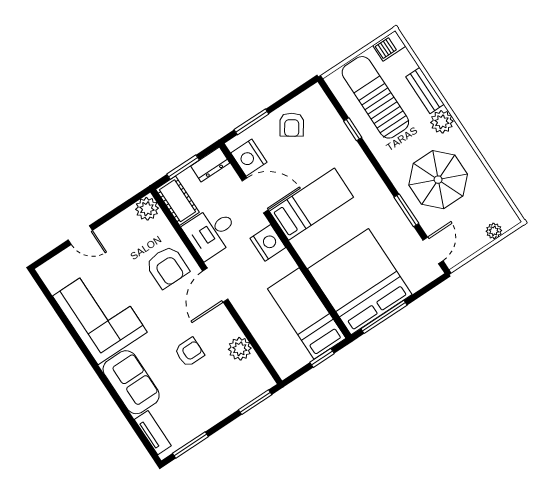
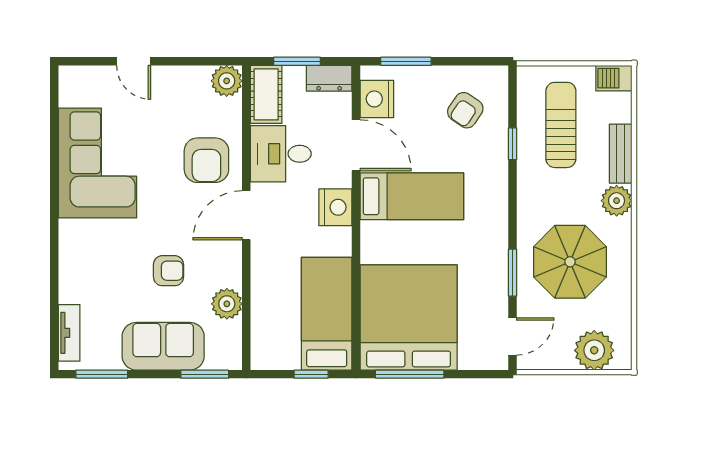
sun lounger: (375, 97) -> (561, 125), width x0.73, depth x0.75
armchair: (292, 125) -> (465, 110), moved
plant: (494, 231) -> (594, 350), width x1.88, depth x1.88
sofa: (131, 382) -> (163, 346), moved, turned -90

